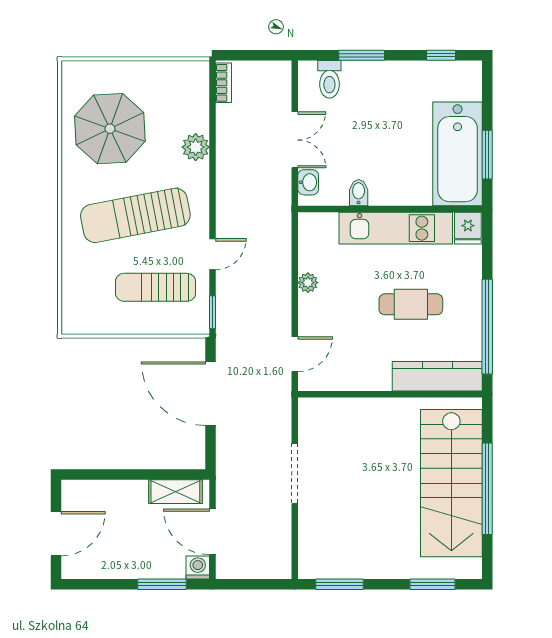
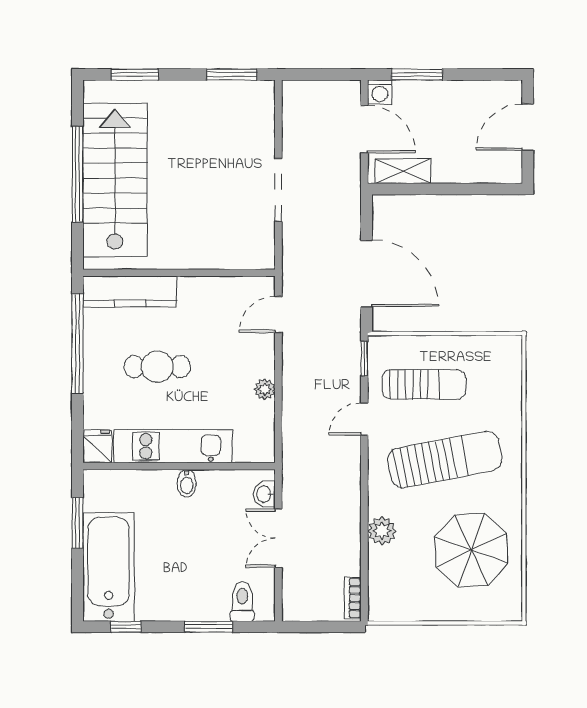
bathtub: (458, 154) -> (109, 567), moved
bidet: (359, 193) -> (187, 483), moved

